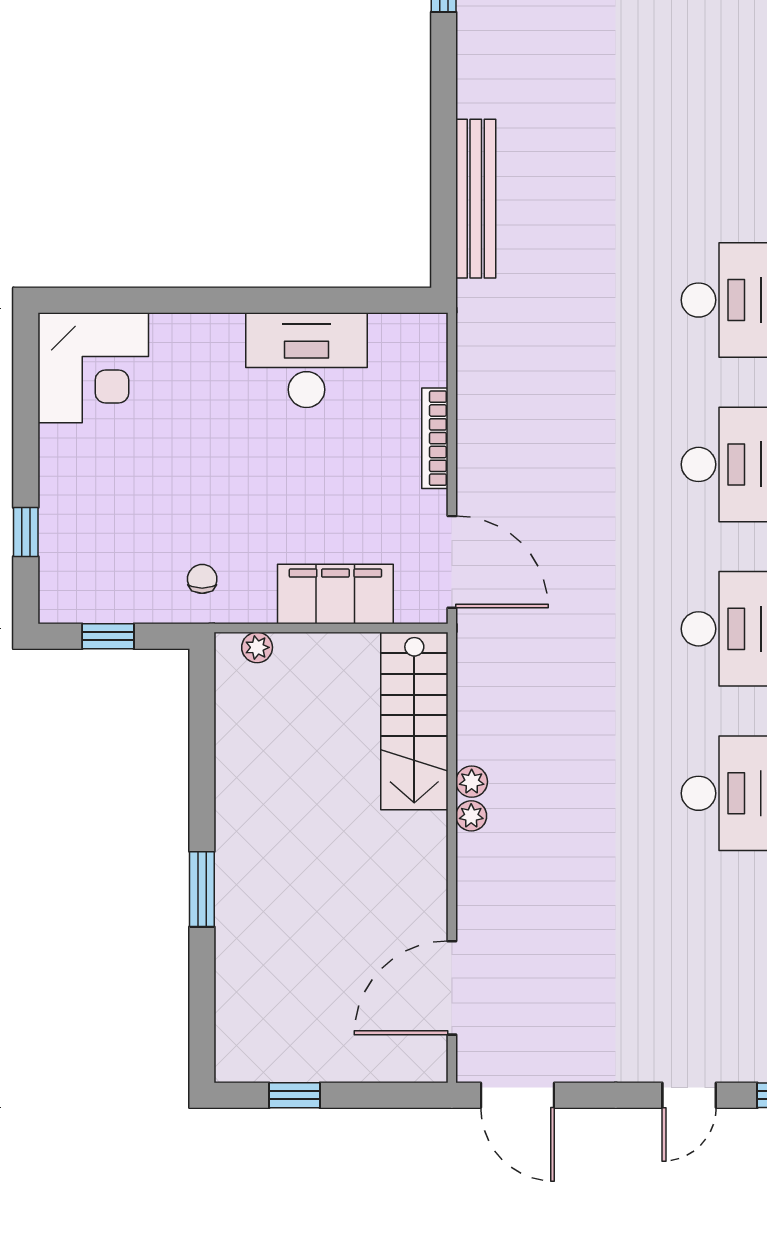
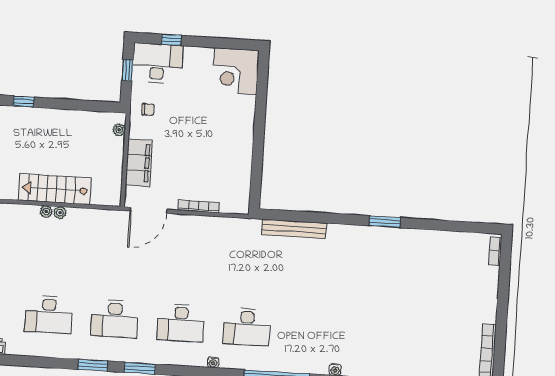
desk: (306, 360) -> (157, 63), moved, turned -90
stairs: (414, 721) -> (55, 189), moved
window: (202, 889) -> (24, 102), width x0.67

